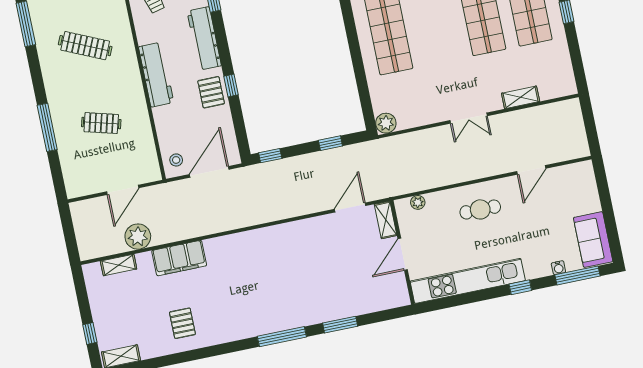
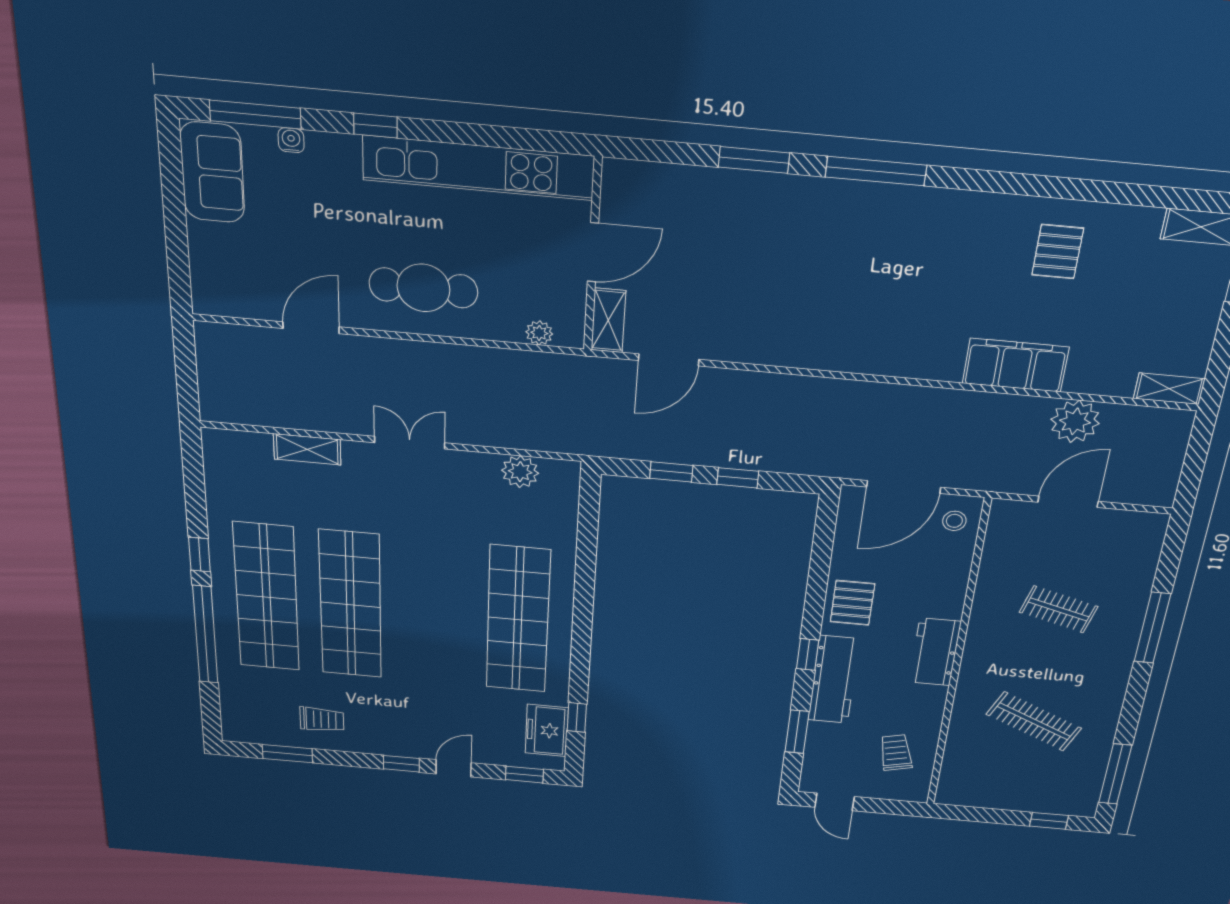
workbench: (156, 75) -> (935, 652), width x0.73
window: (231, 86) -> (808, 654), moved
plant: (386, 123) -> (520, 472), moved
window: (270, 156) -> (738, 478), moved
cafe table: (480, 209) -> (423, 288), width x1.37, depth x1.35
shelving: (119, 265) -> (1169, 389), moved

